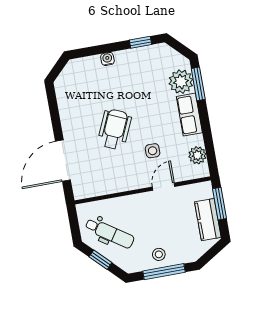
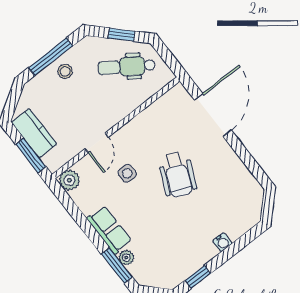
plant: (181, 82) -> (126, 258), width x0.53, depth x0.53
plant: (197, 155) -> (69, 180), moved

